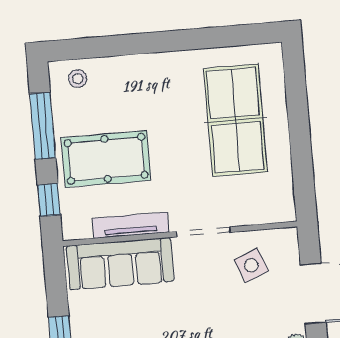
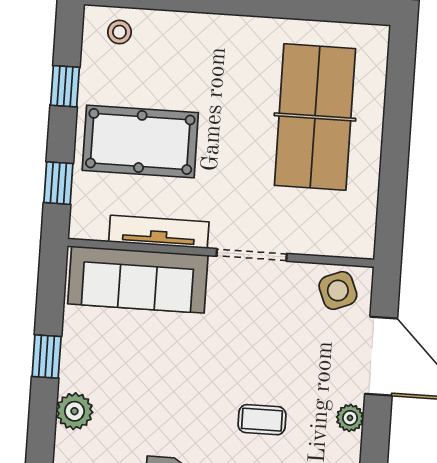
window: (43, 126) -> (65, 86), width x0.46
side table: (251, 265) -> (338, 290), moved

